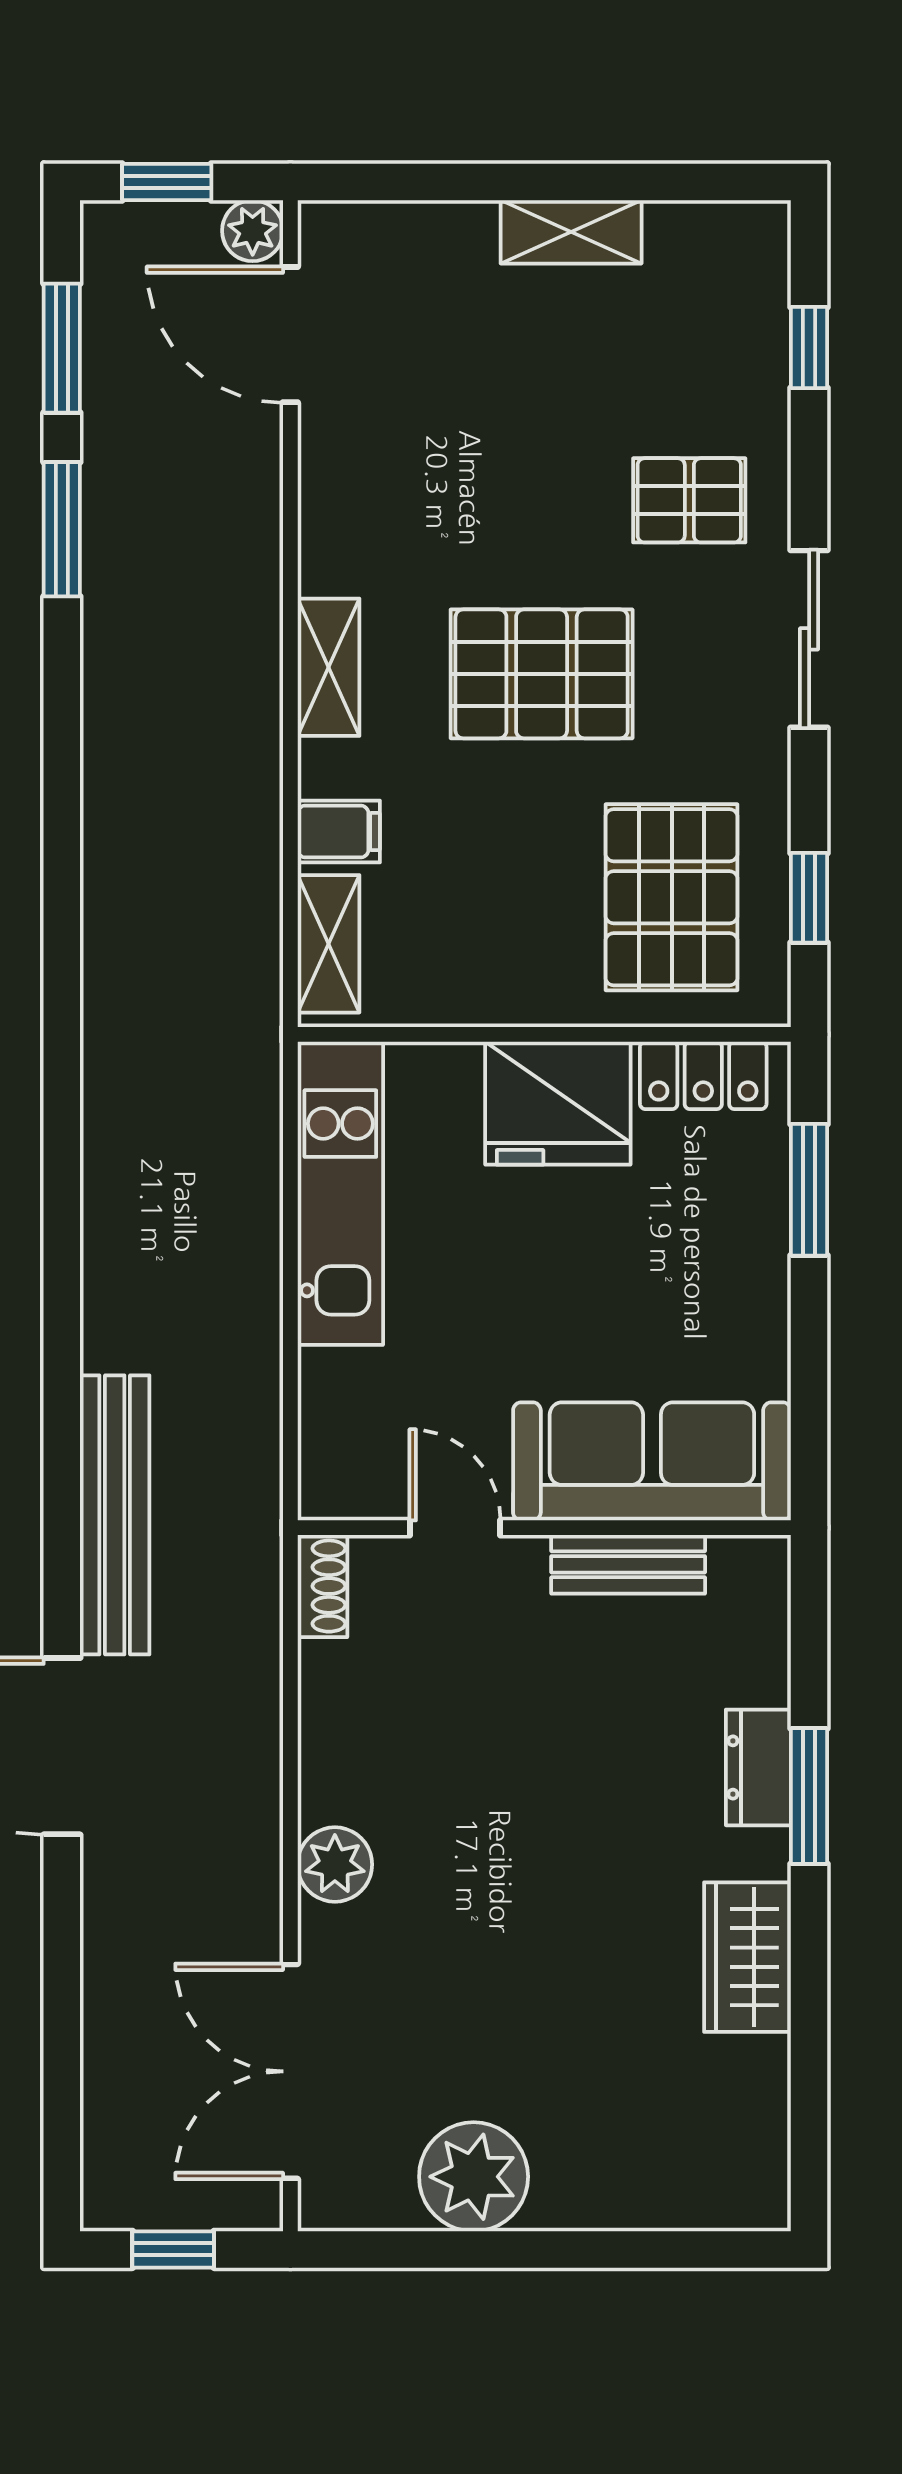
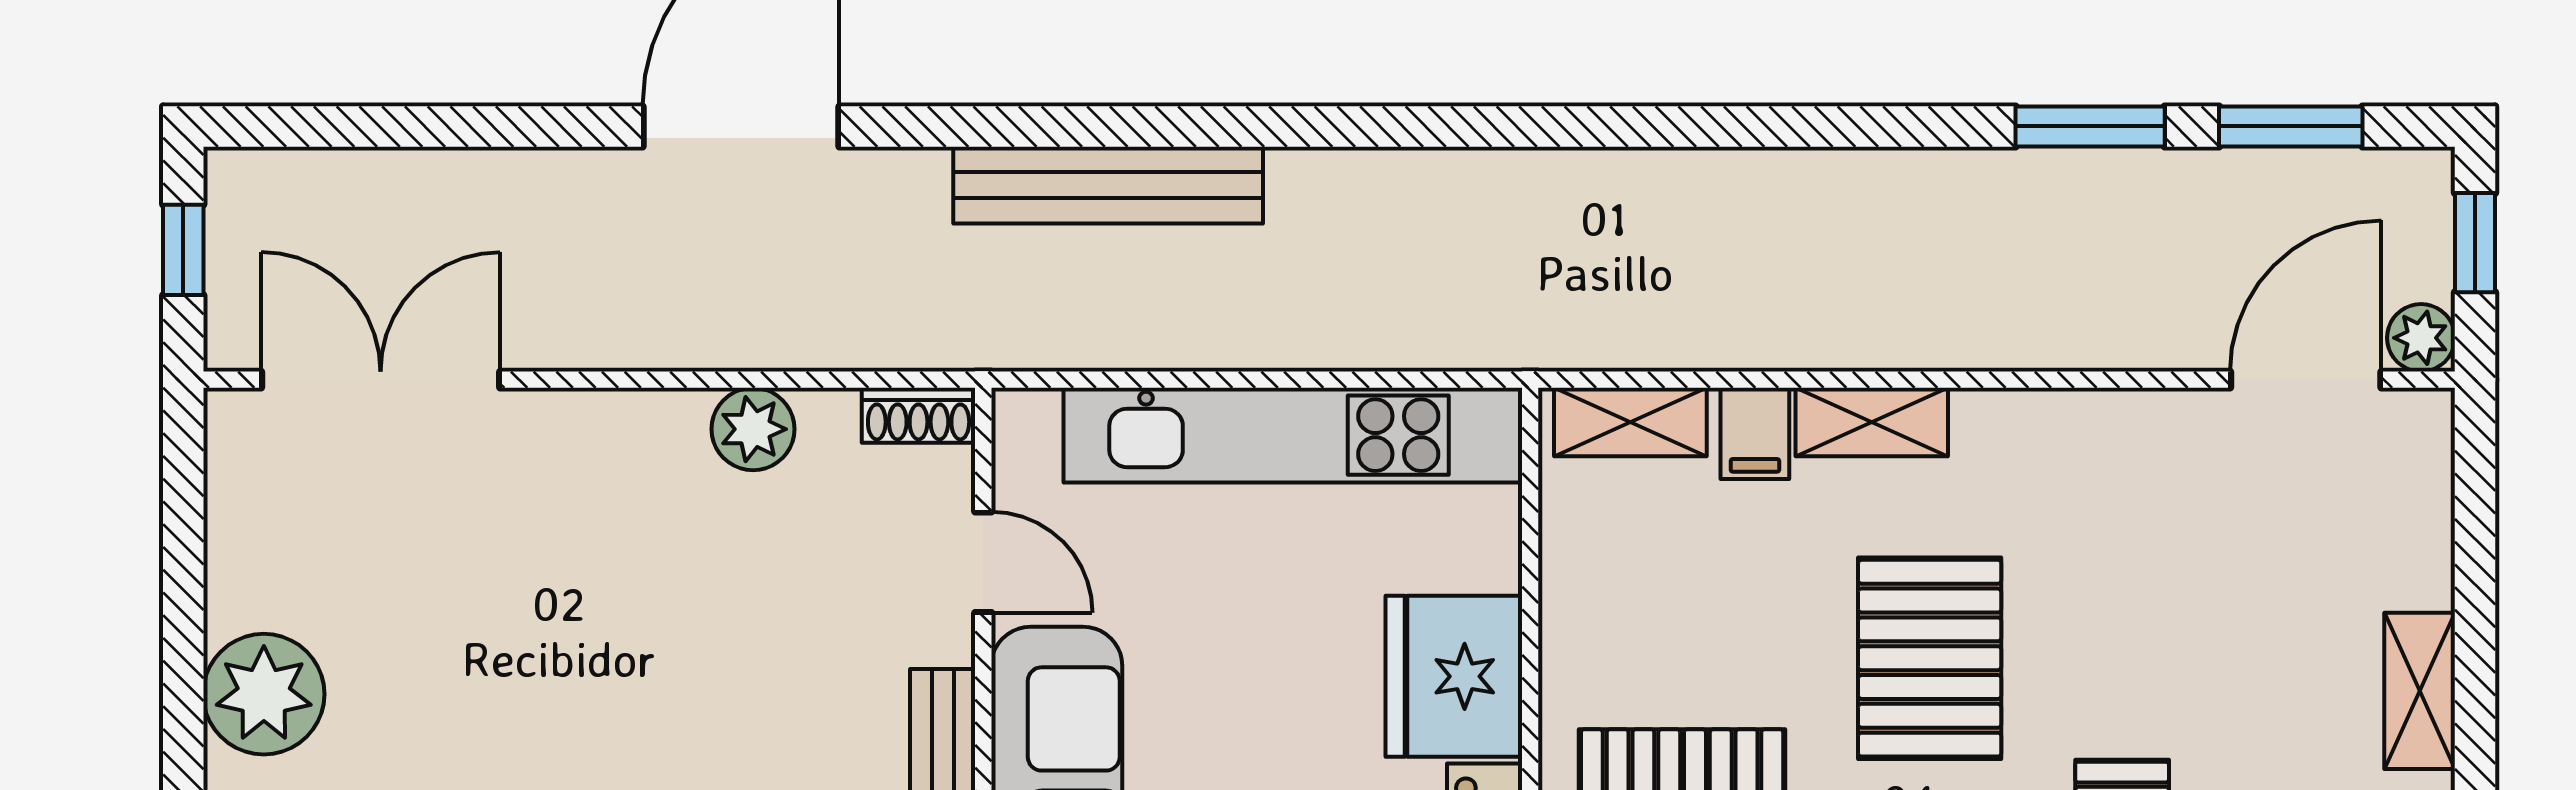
shelving: (328, 667) -> (1872, 422), moved
kitchen unit: (340, 1193) -> (1293, 435), width x1.36
bench: (115, 1515) -> (1108, 185), moved
door: (455, 1528) -> (983, 562), hinge flipped
plant: (335, 1864) -> (753, 429), moved
plant: (474, 2177) -> (264, 694), moved

